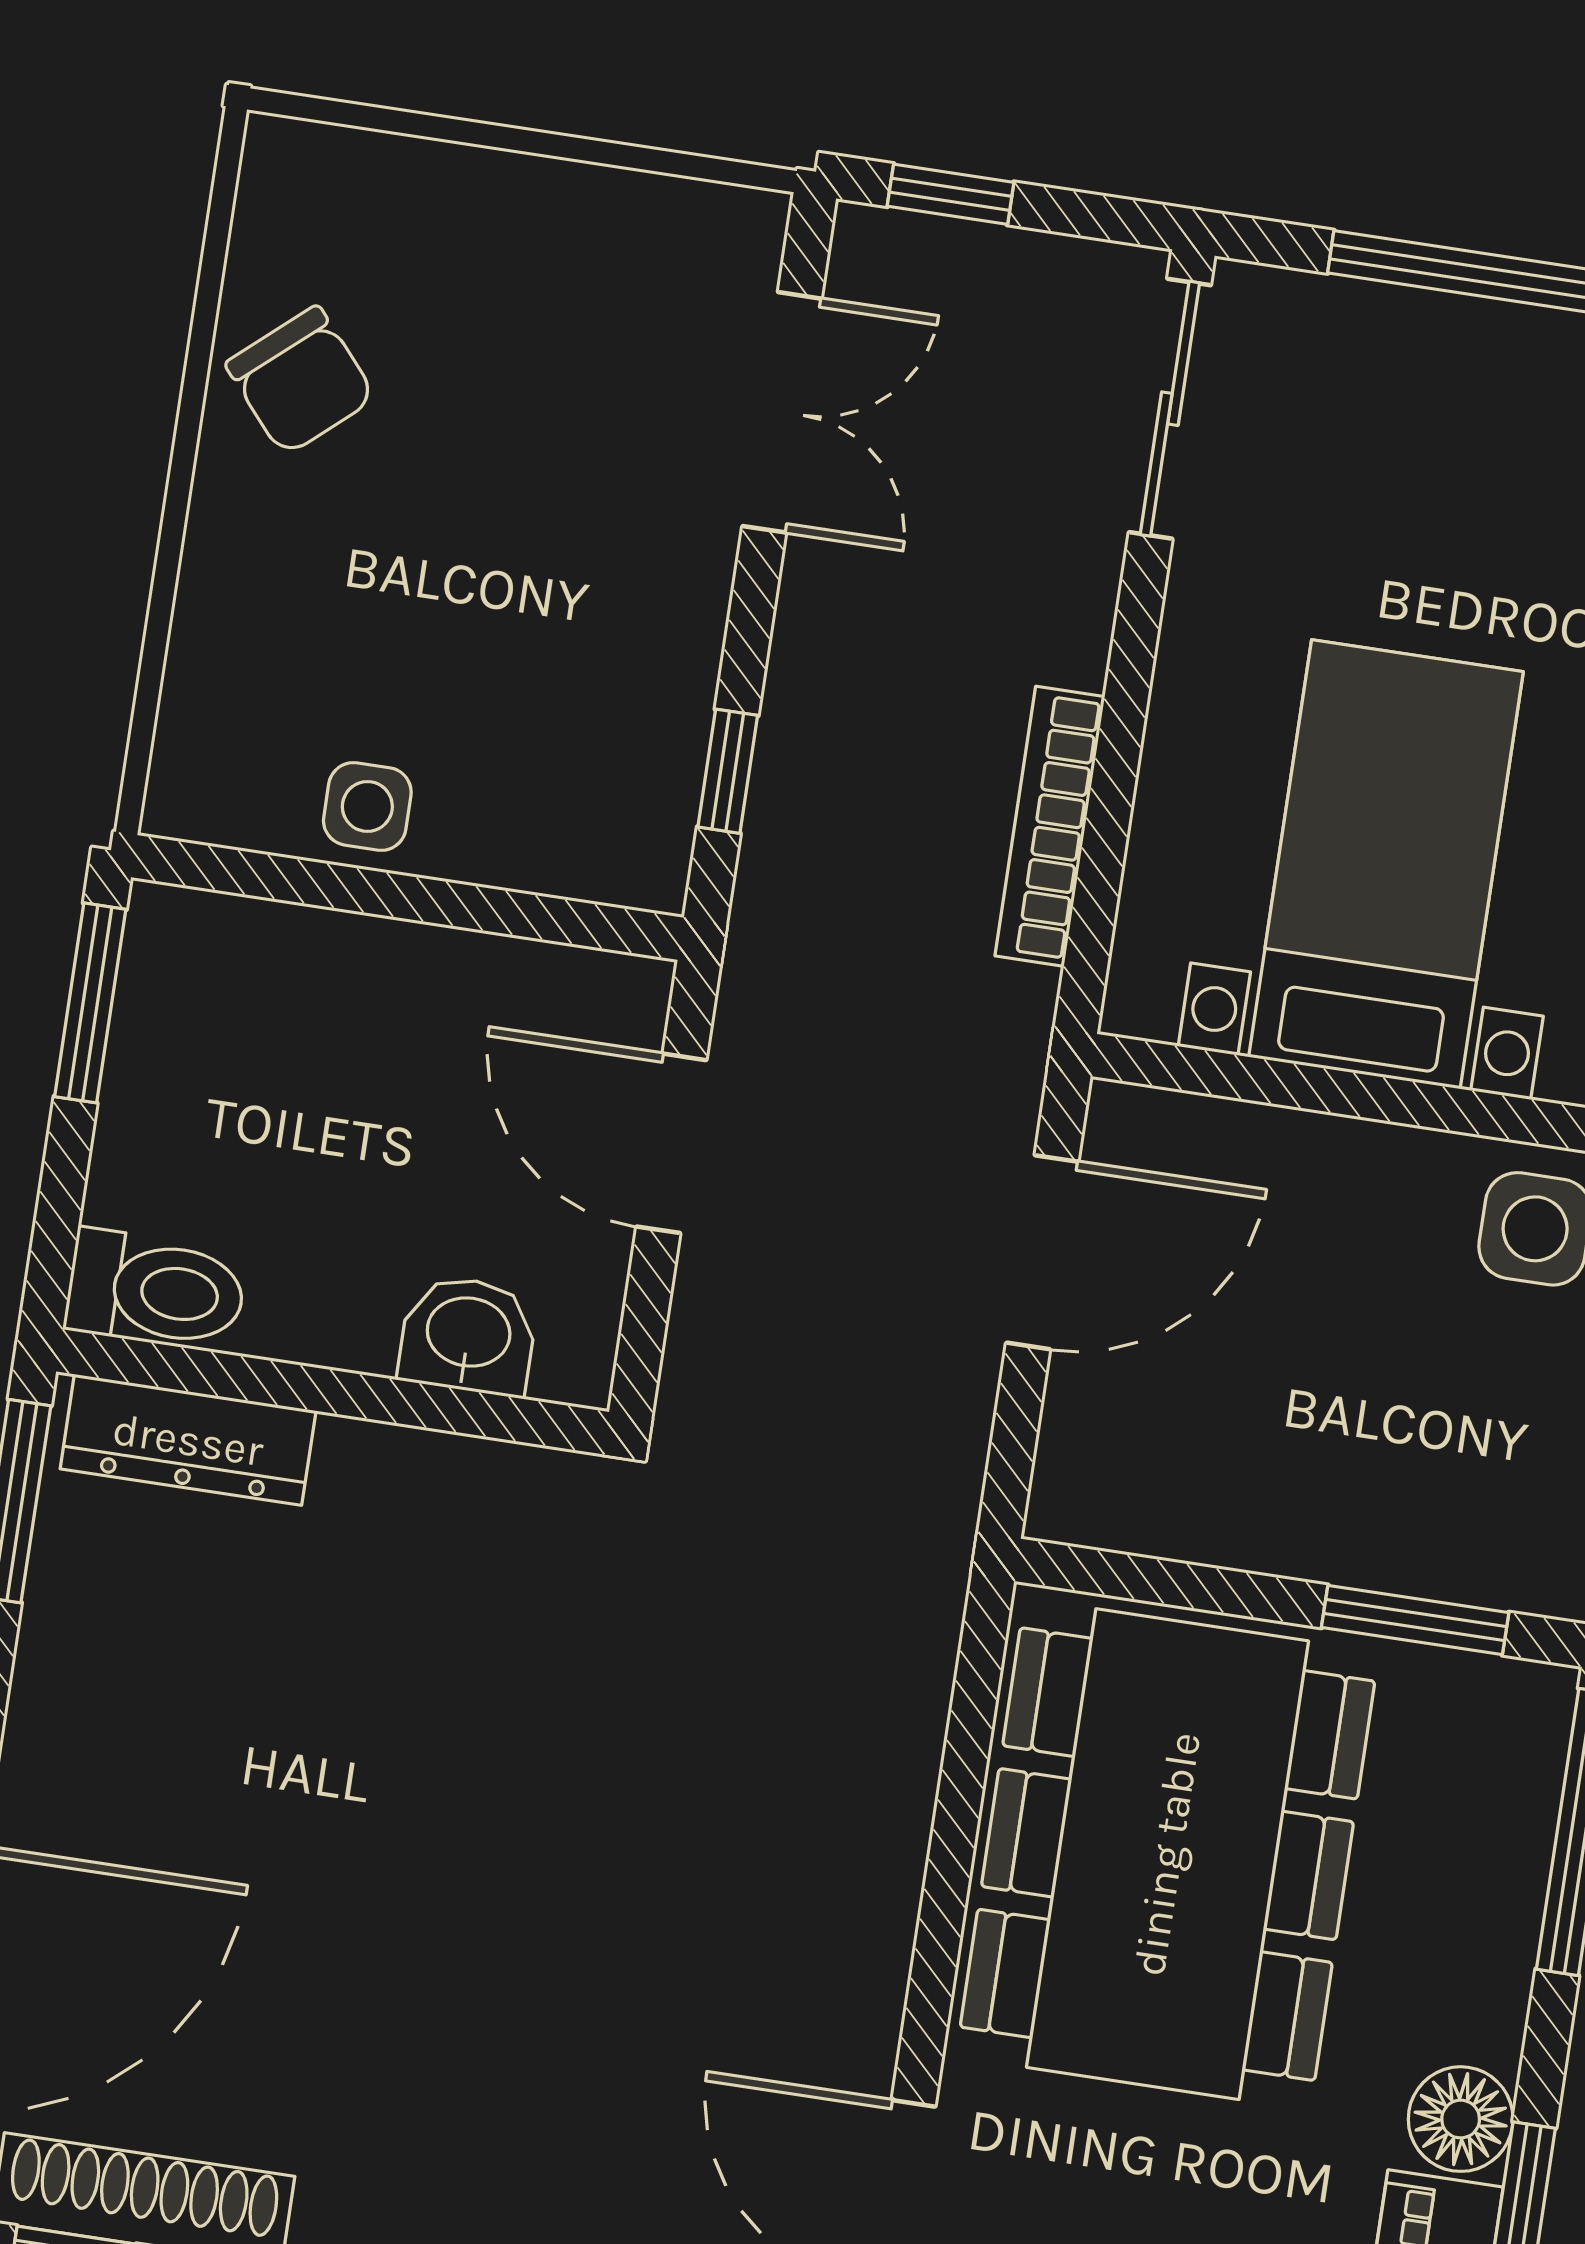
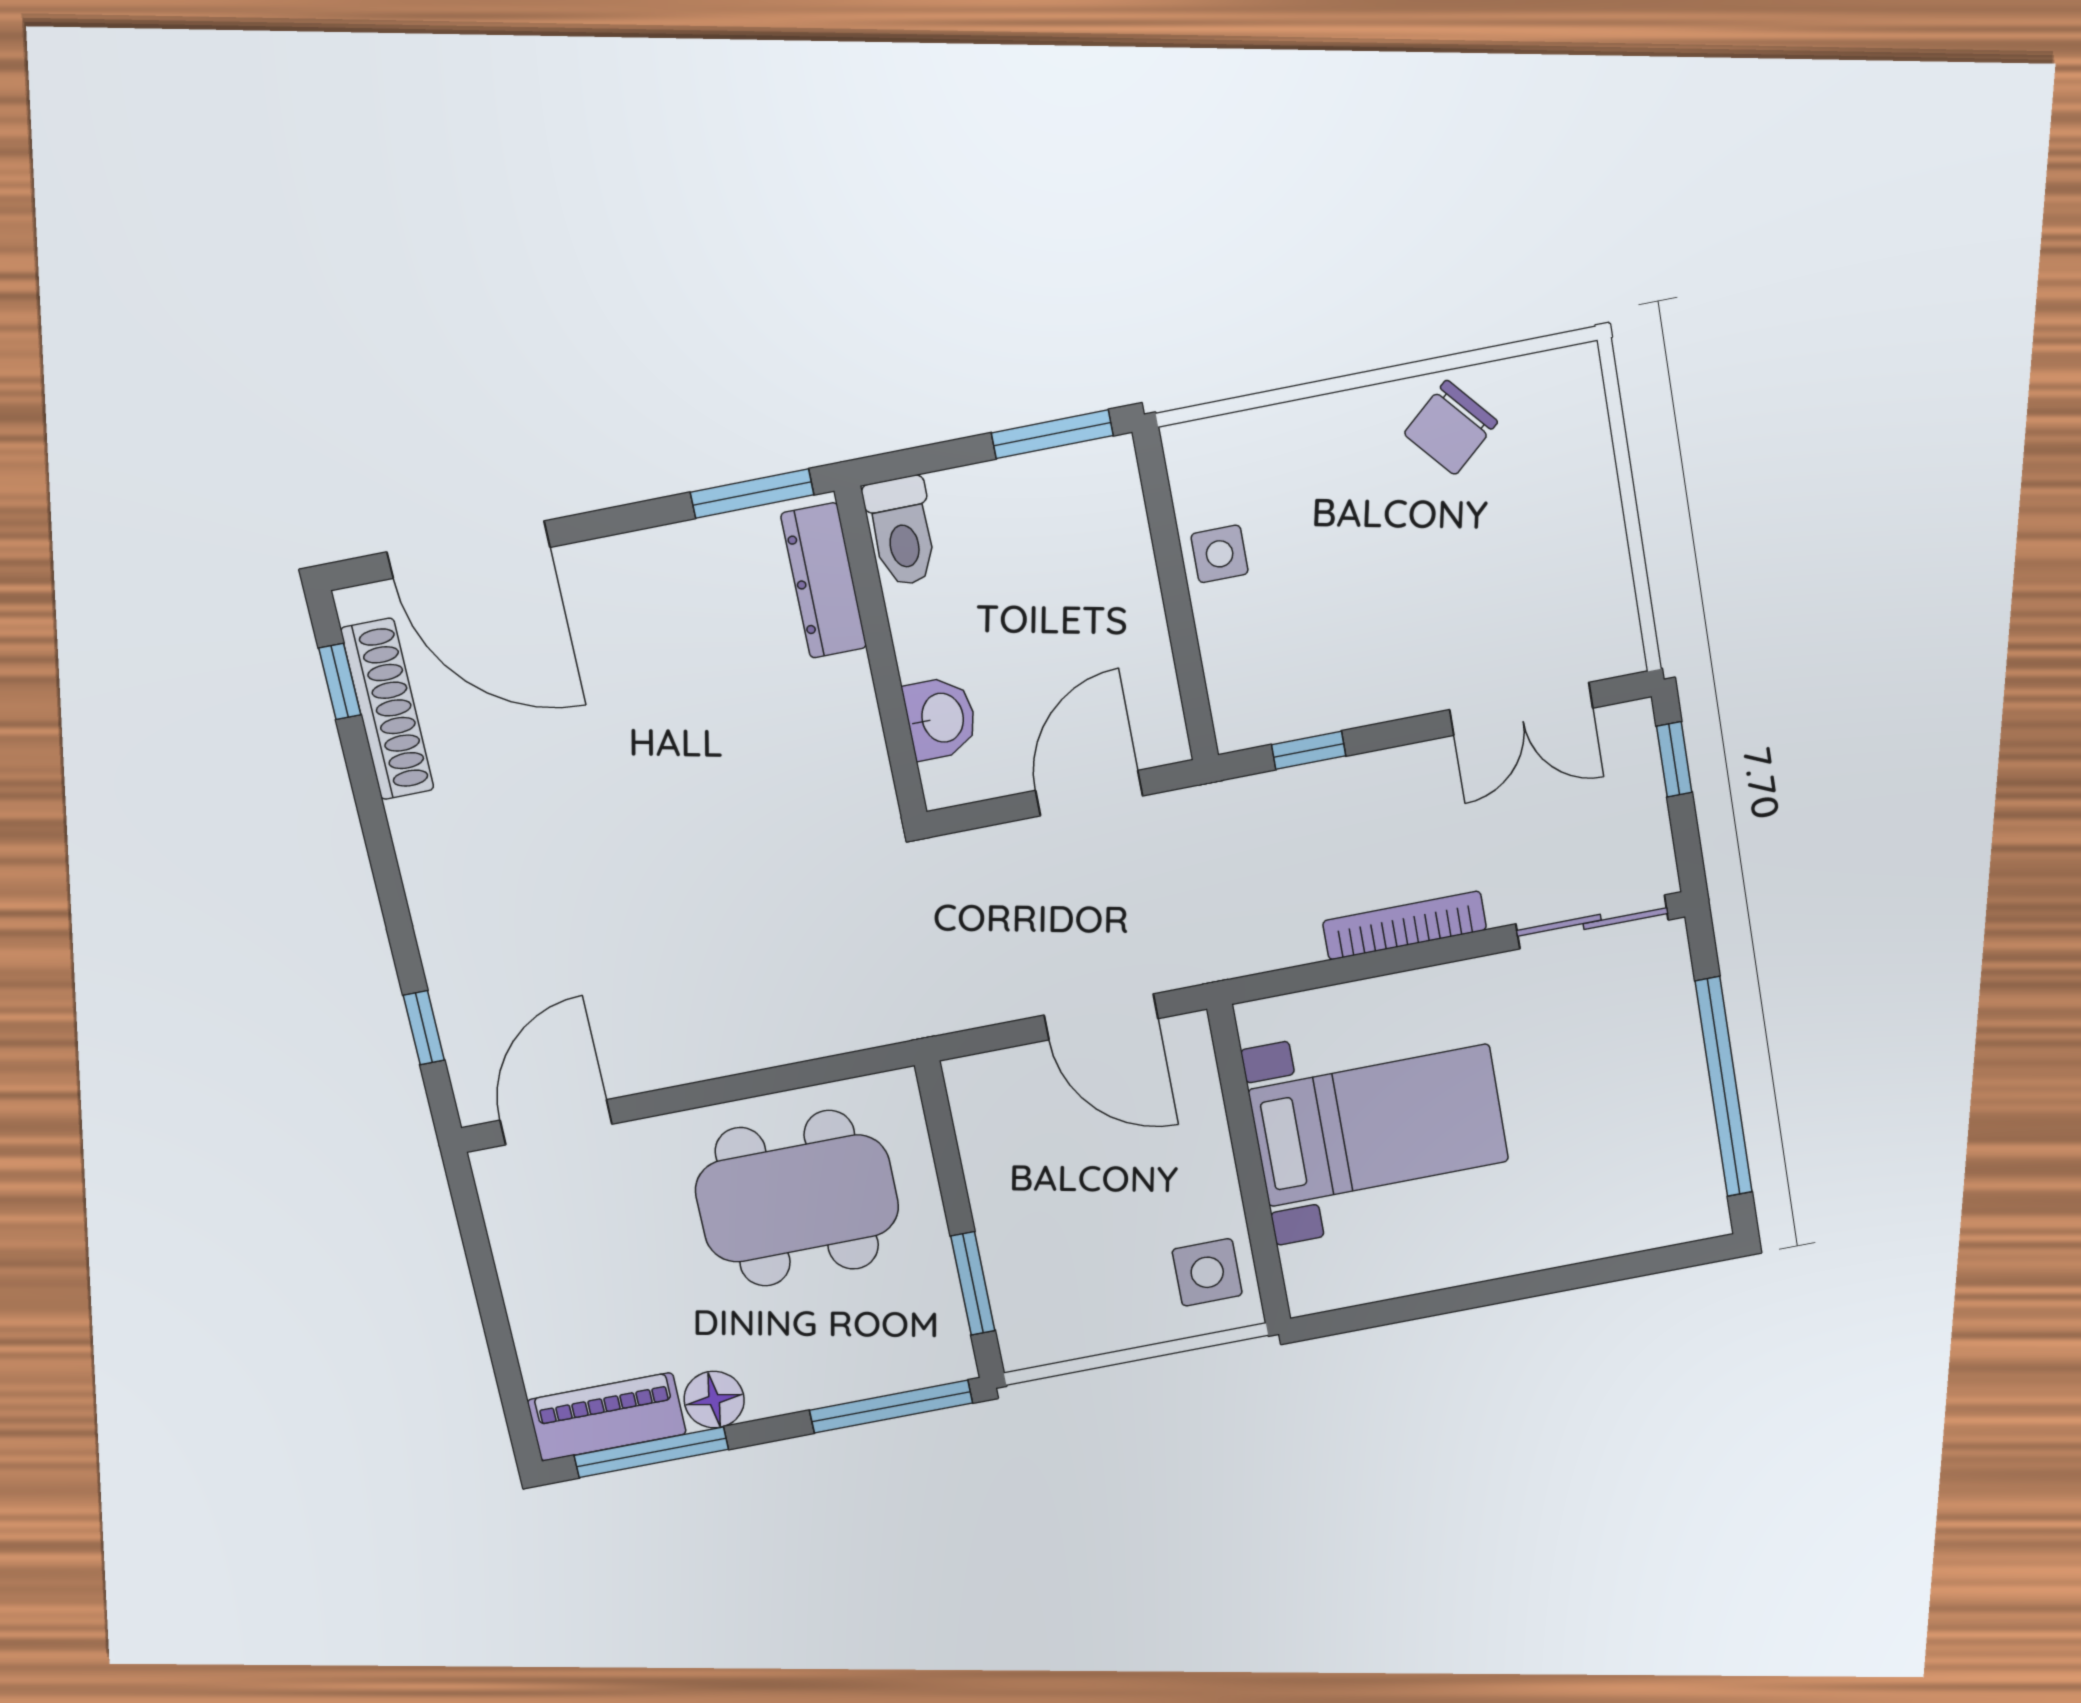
bookcase: (1050, 826) -> (1405, 925), moved
dining table: (1167, 1854) -> (797, 1199), width x0.73, depth x0.80

